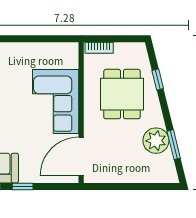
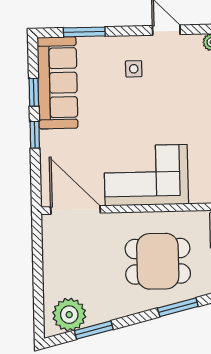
window: (158, 80) -> (178, 307), width x1.50
plant: (156, 141) -> (69, 315), moved

